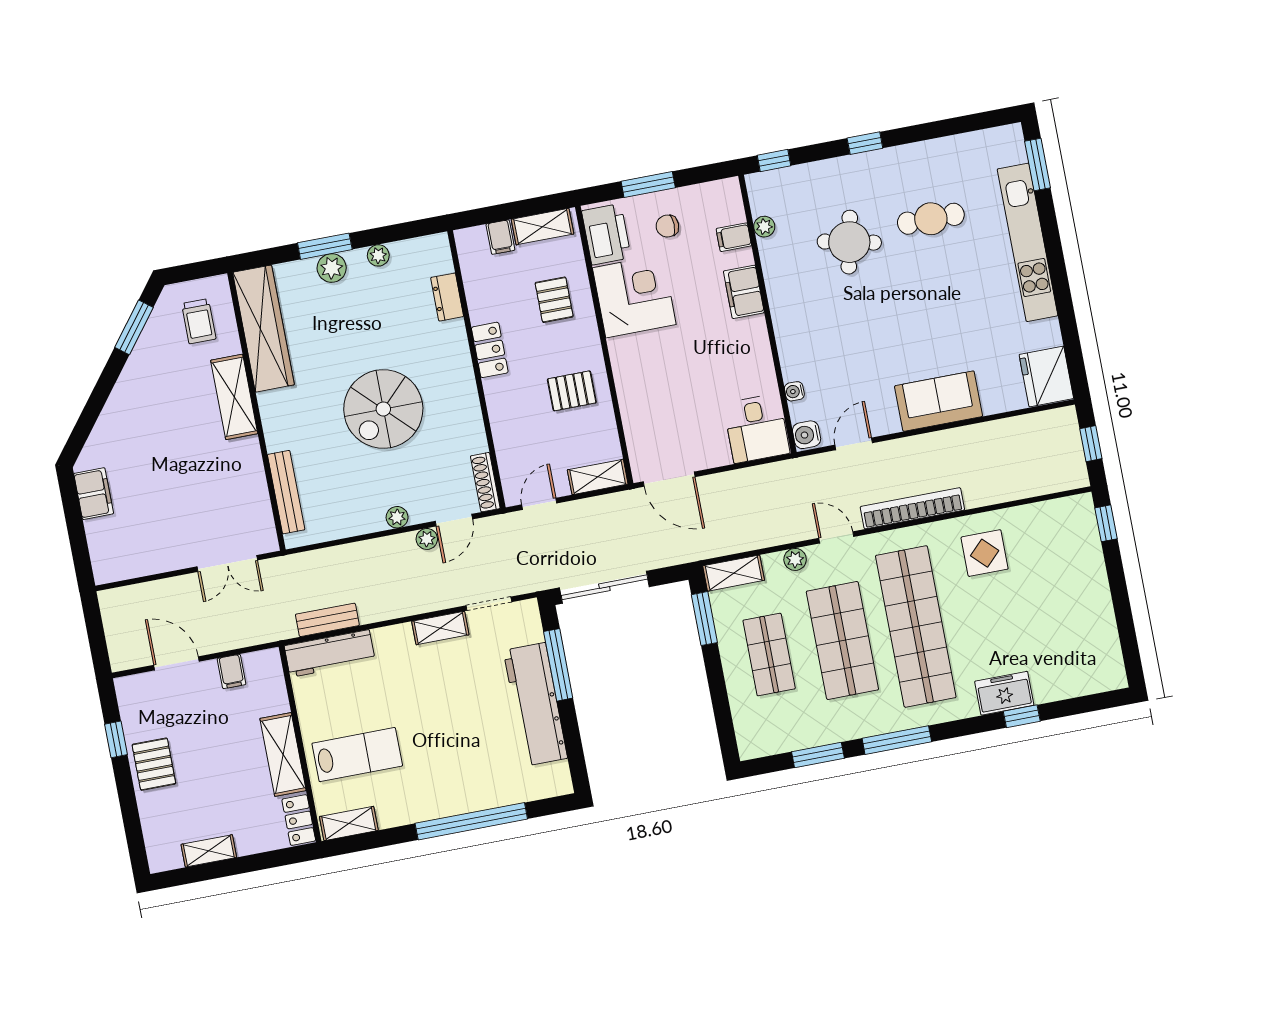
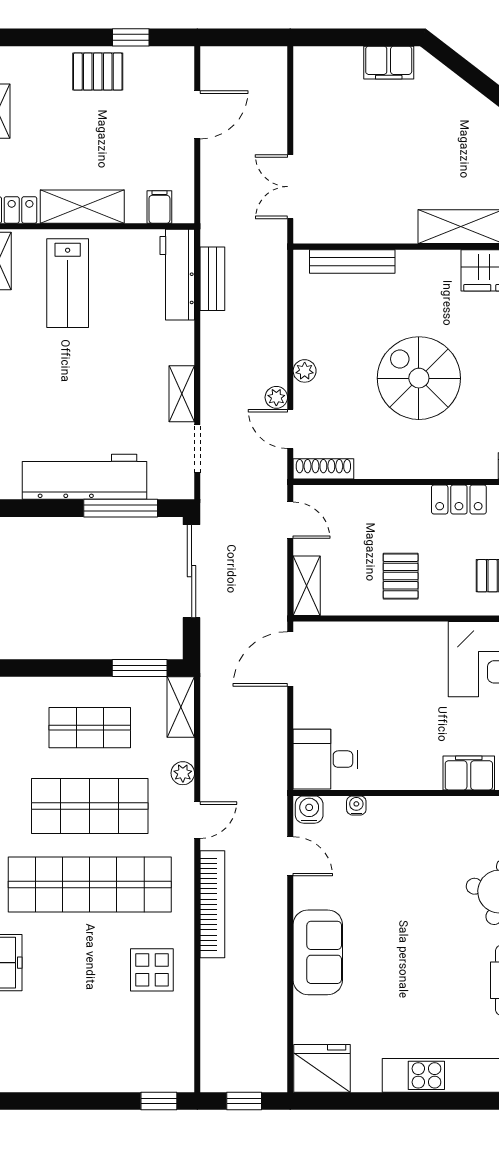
filing cabinet: (232, 671) -> (159, 207), moved, turned 90

